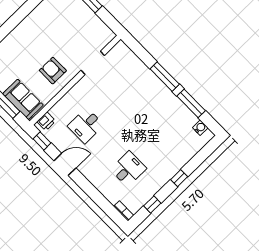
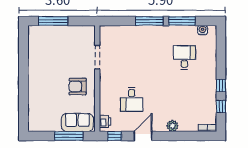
desk: (128, 169) -> (184, 57), moved
window: (179, 178) -> (221, 86), moved
plant: (97, 180) -> (172, 126), added

